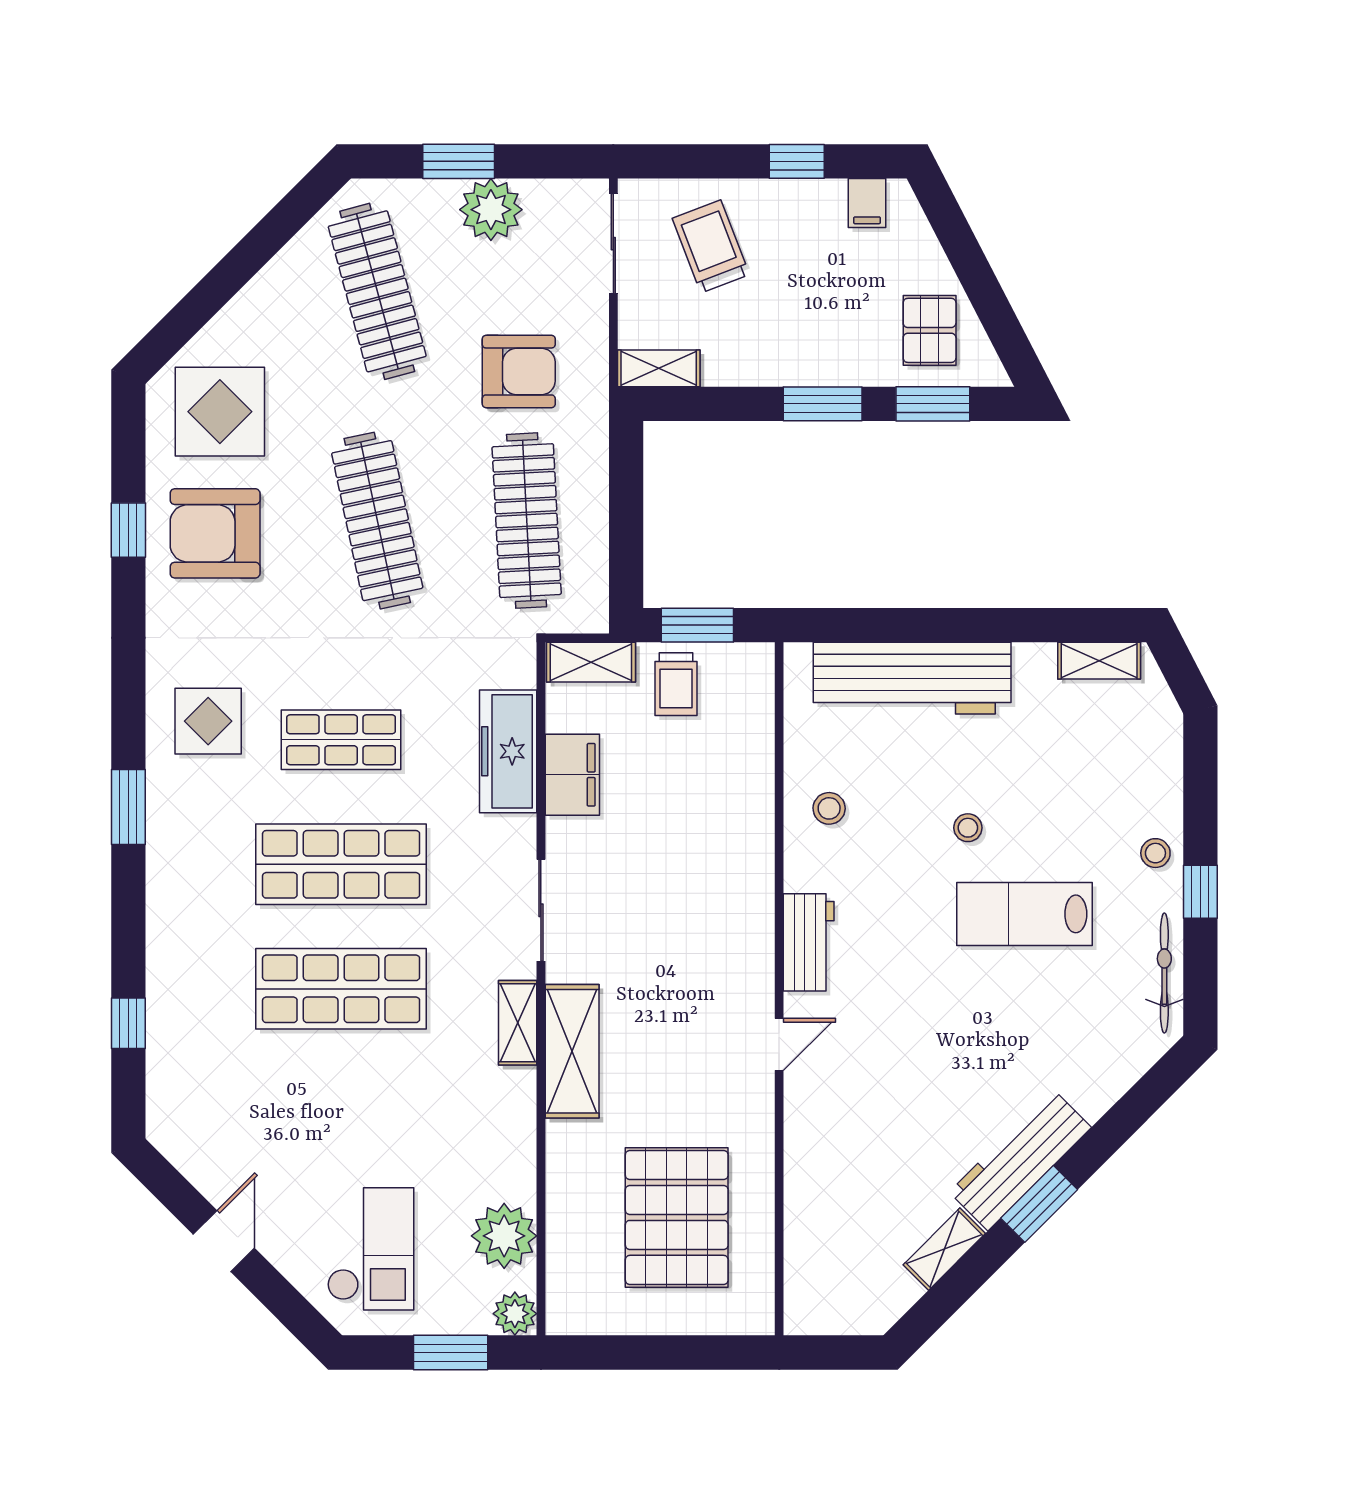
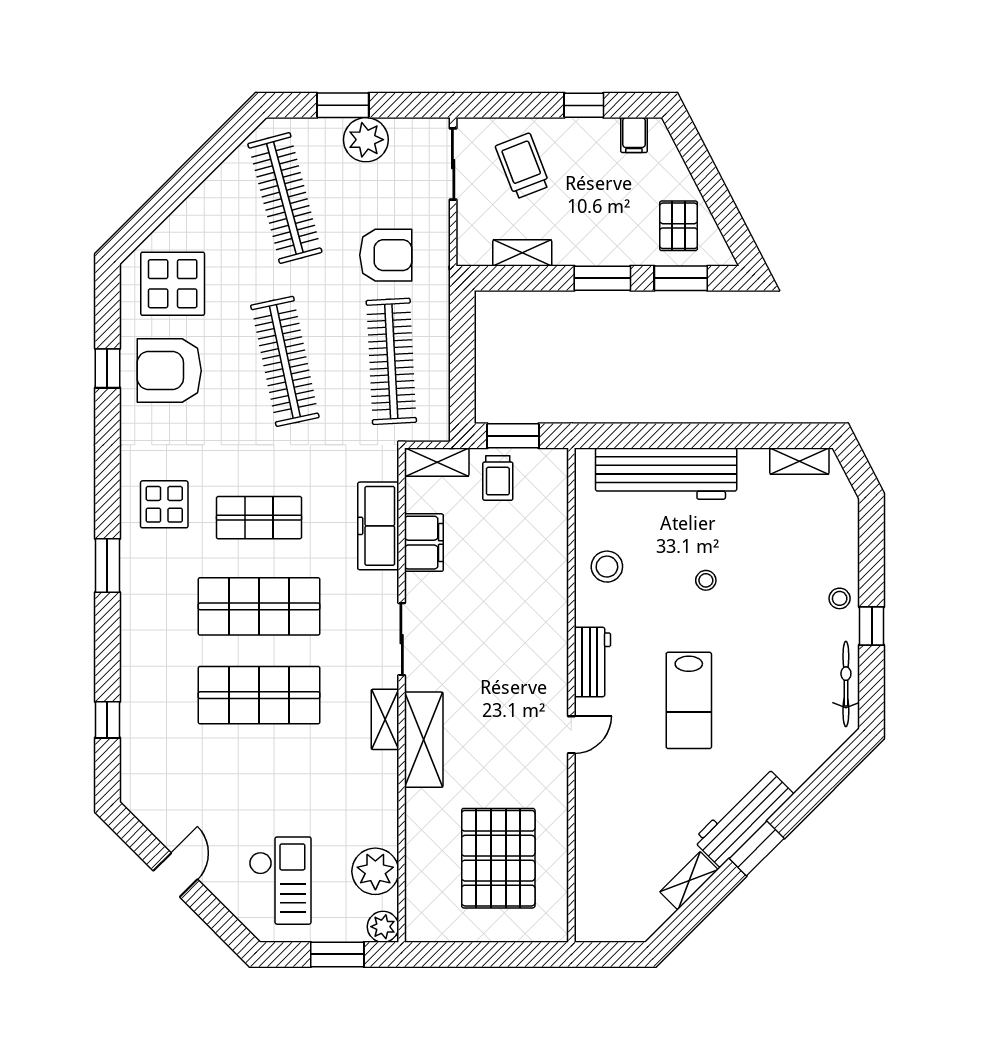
shelving: (659, 368) -> (522, 253), moved
stool: (829, 808) -> (607, 567), width x1.37, depth x1.37
lab bench: (1024, 914) -> (689, 700), moved, turned -90

